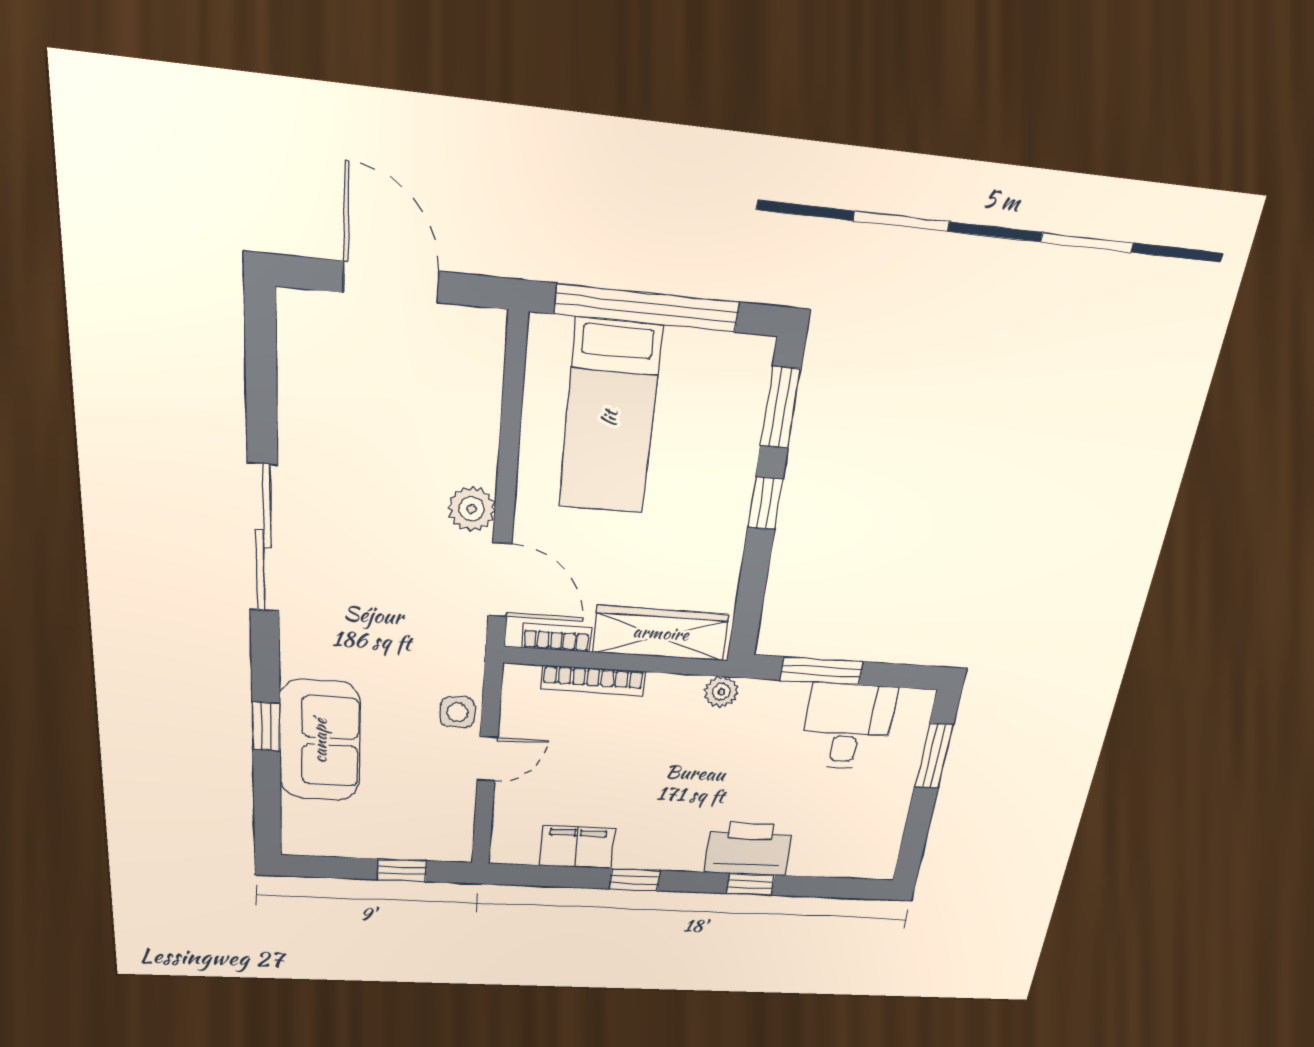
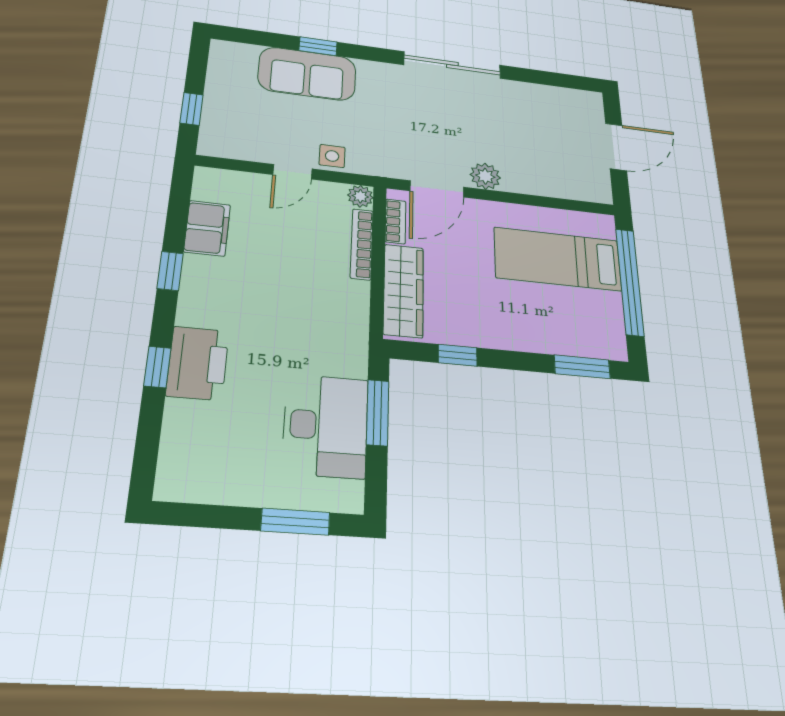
window: (765, 503) -> (458, 355), moved
plant: (721, 692) -> (360, 196), moved
desk: (848, 727) -> (326, 426), width x1.37
door: (487, 759) -> (292, 172), hinge flipped

